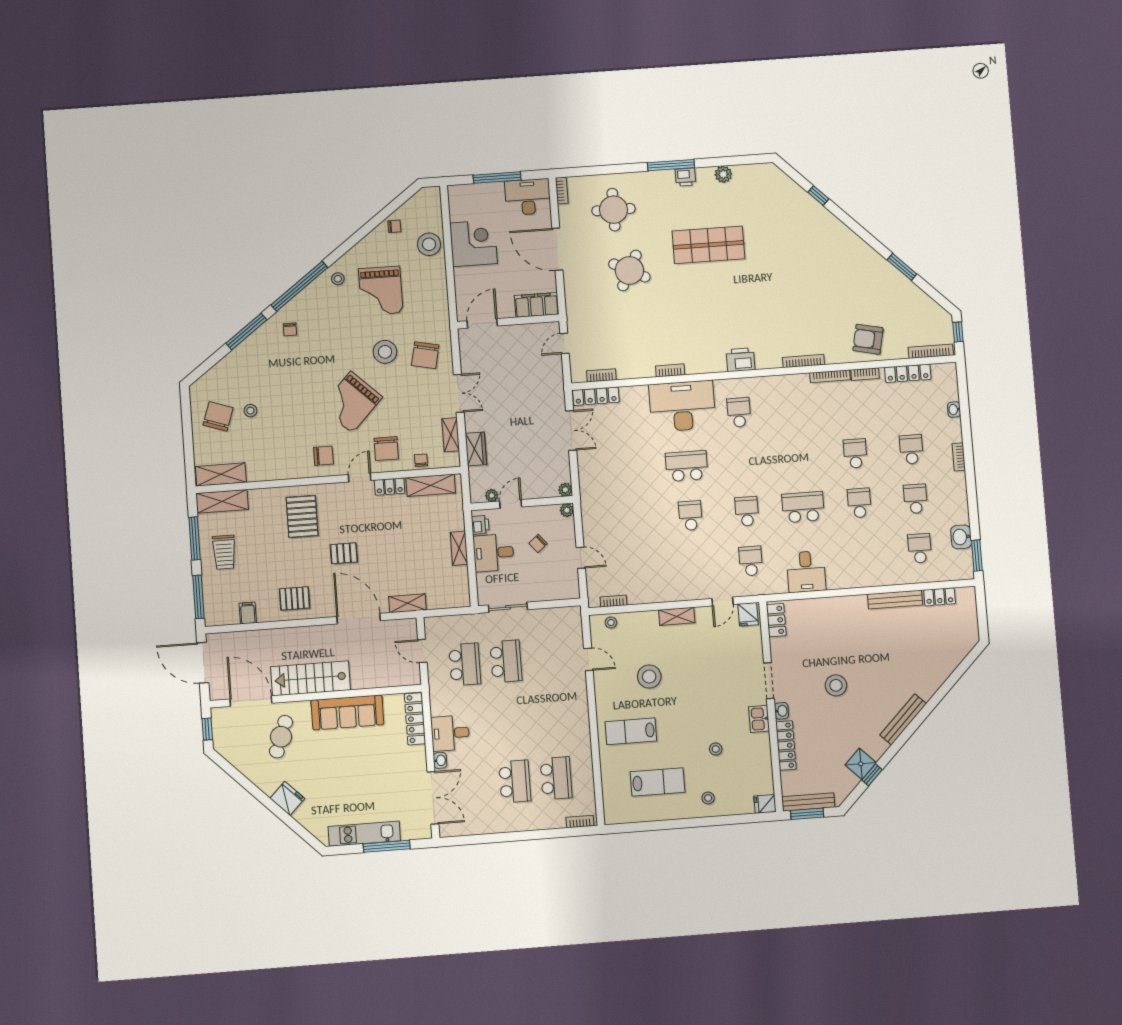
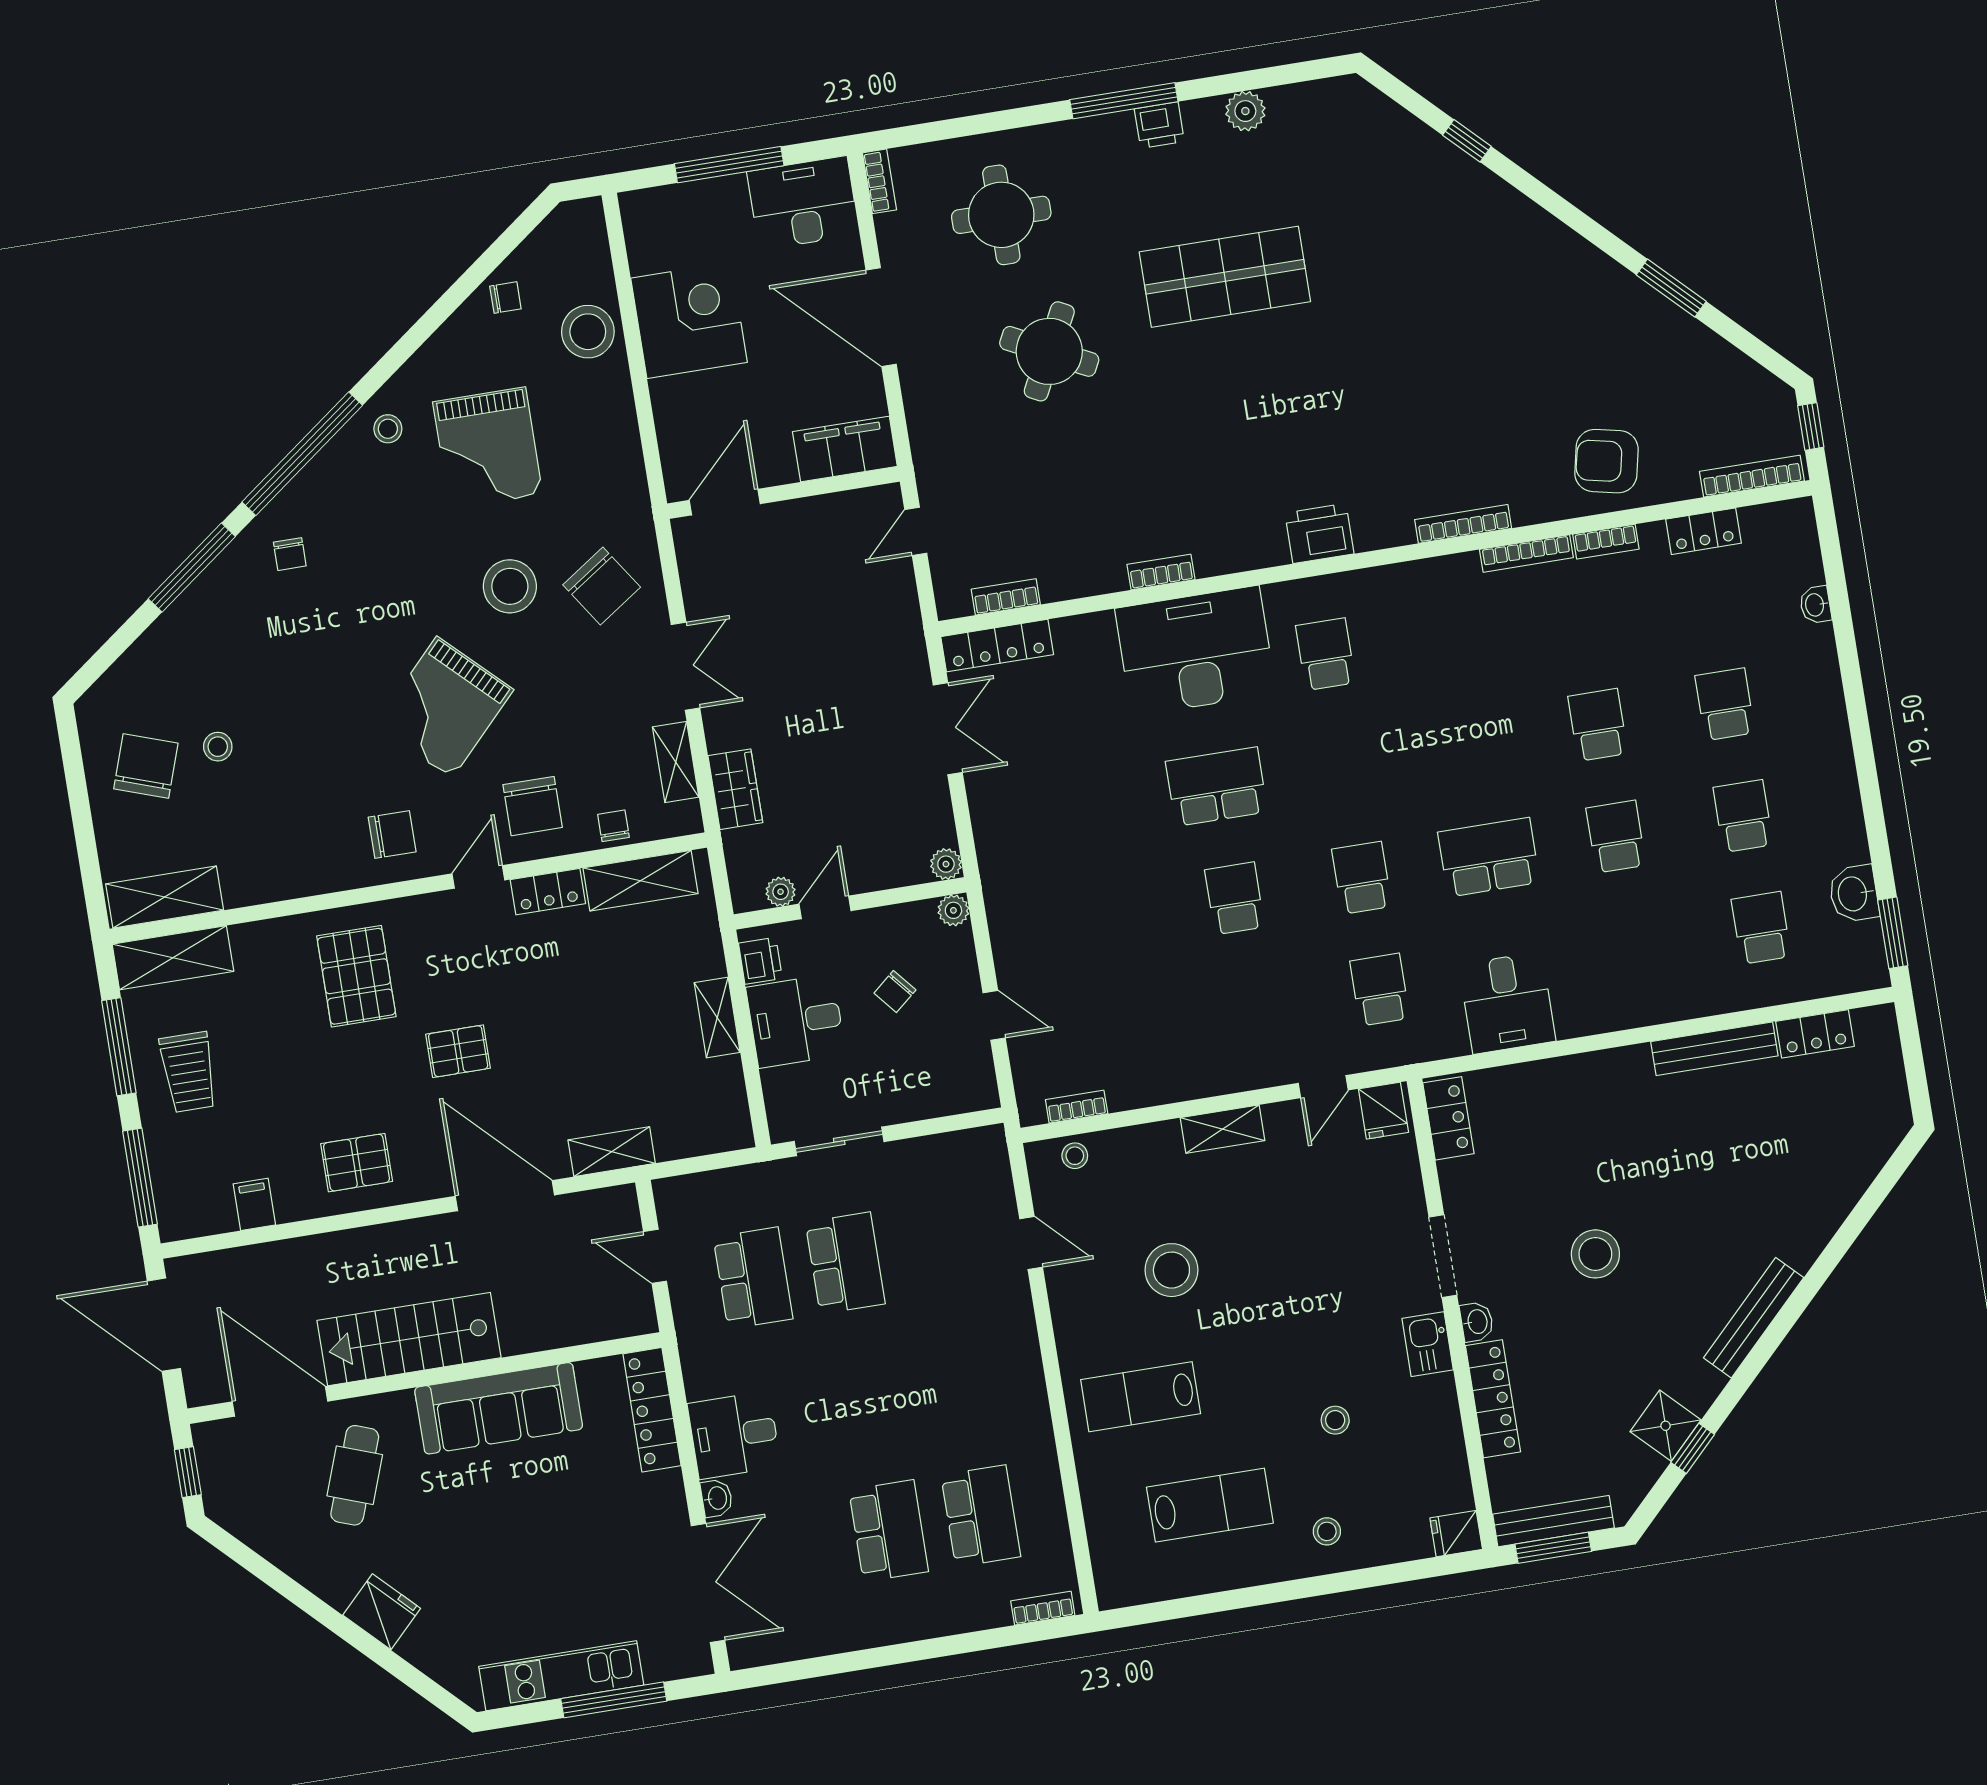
chair: (425, 355) -> (602, 586), turned -46
locker: (908, 373) -> (1703, 531), width x0.66
bookcase: (959, 457) -> (1834, 712), removed

